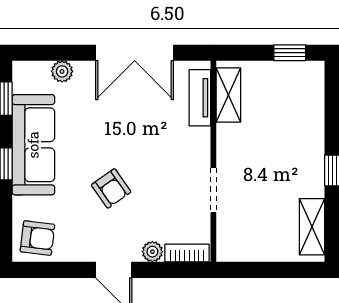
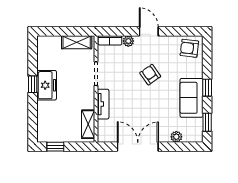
tv unit: (200, 98) -> (103, 104), moved
sofa: (33, 145) -> (192, 98), width x0.73
freezer: (306, 168) -> (47, 85), added
shelving: (312, 227) -> (77, 42), moved, turned 90

